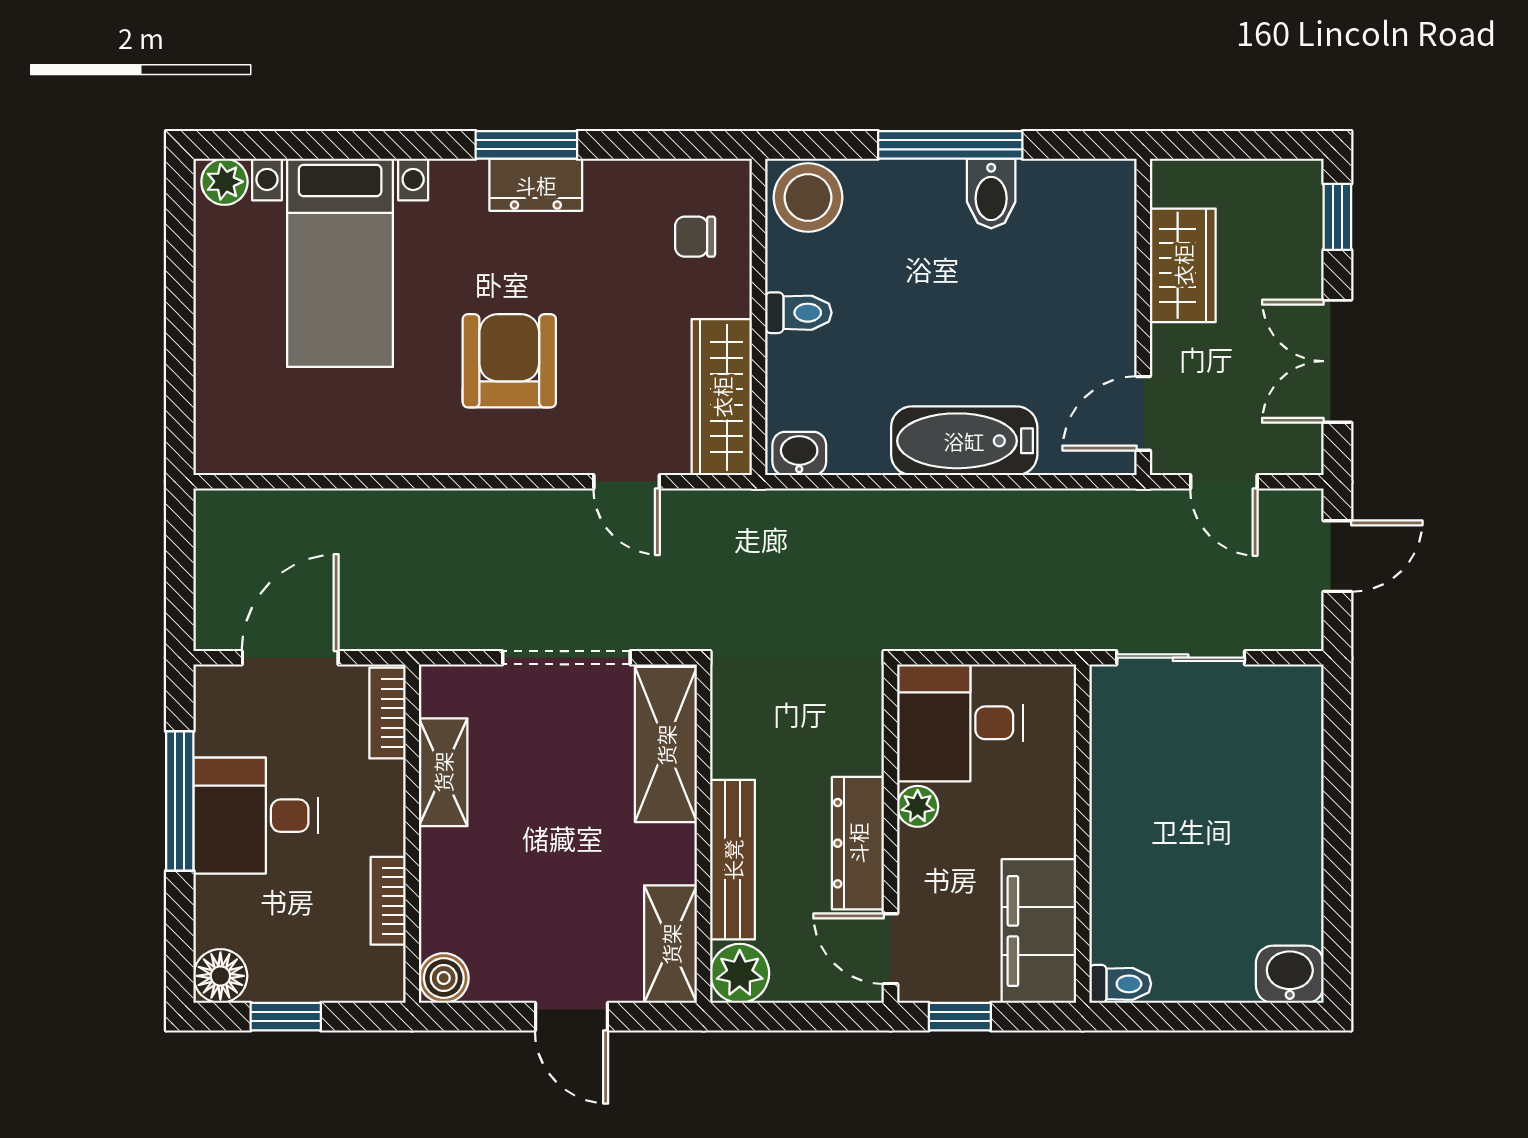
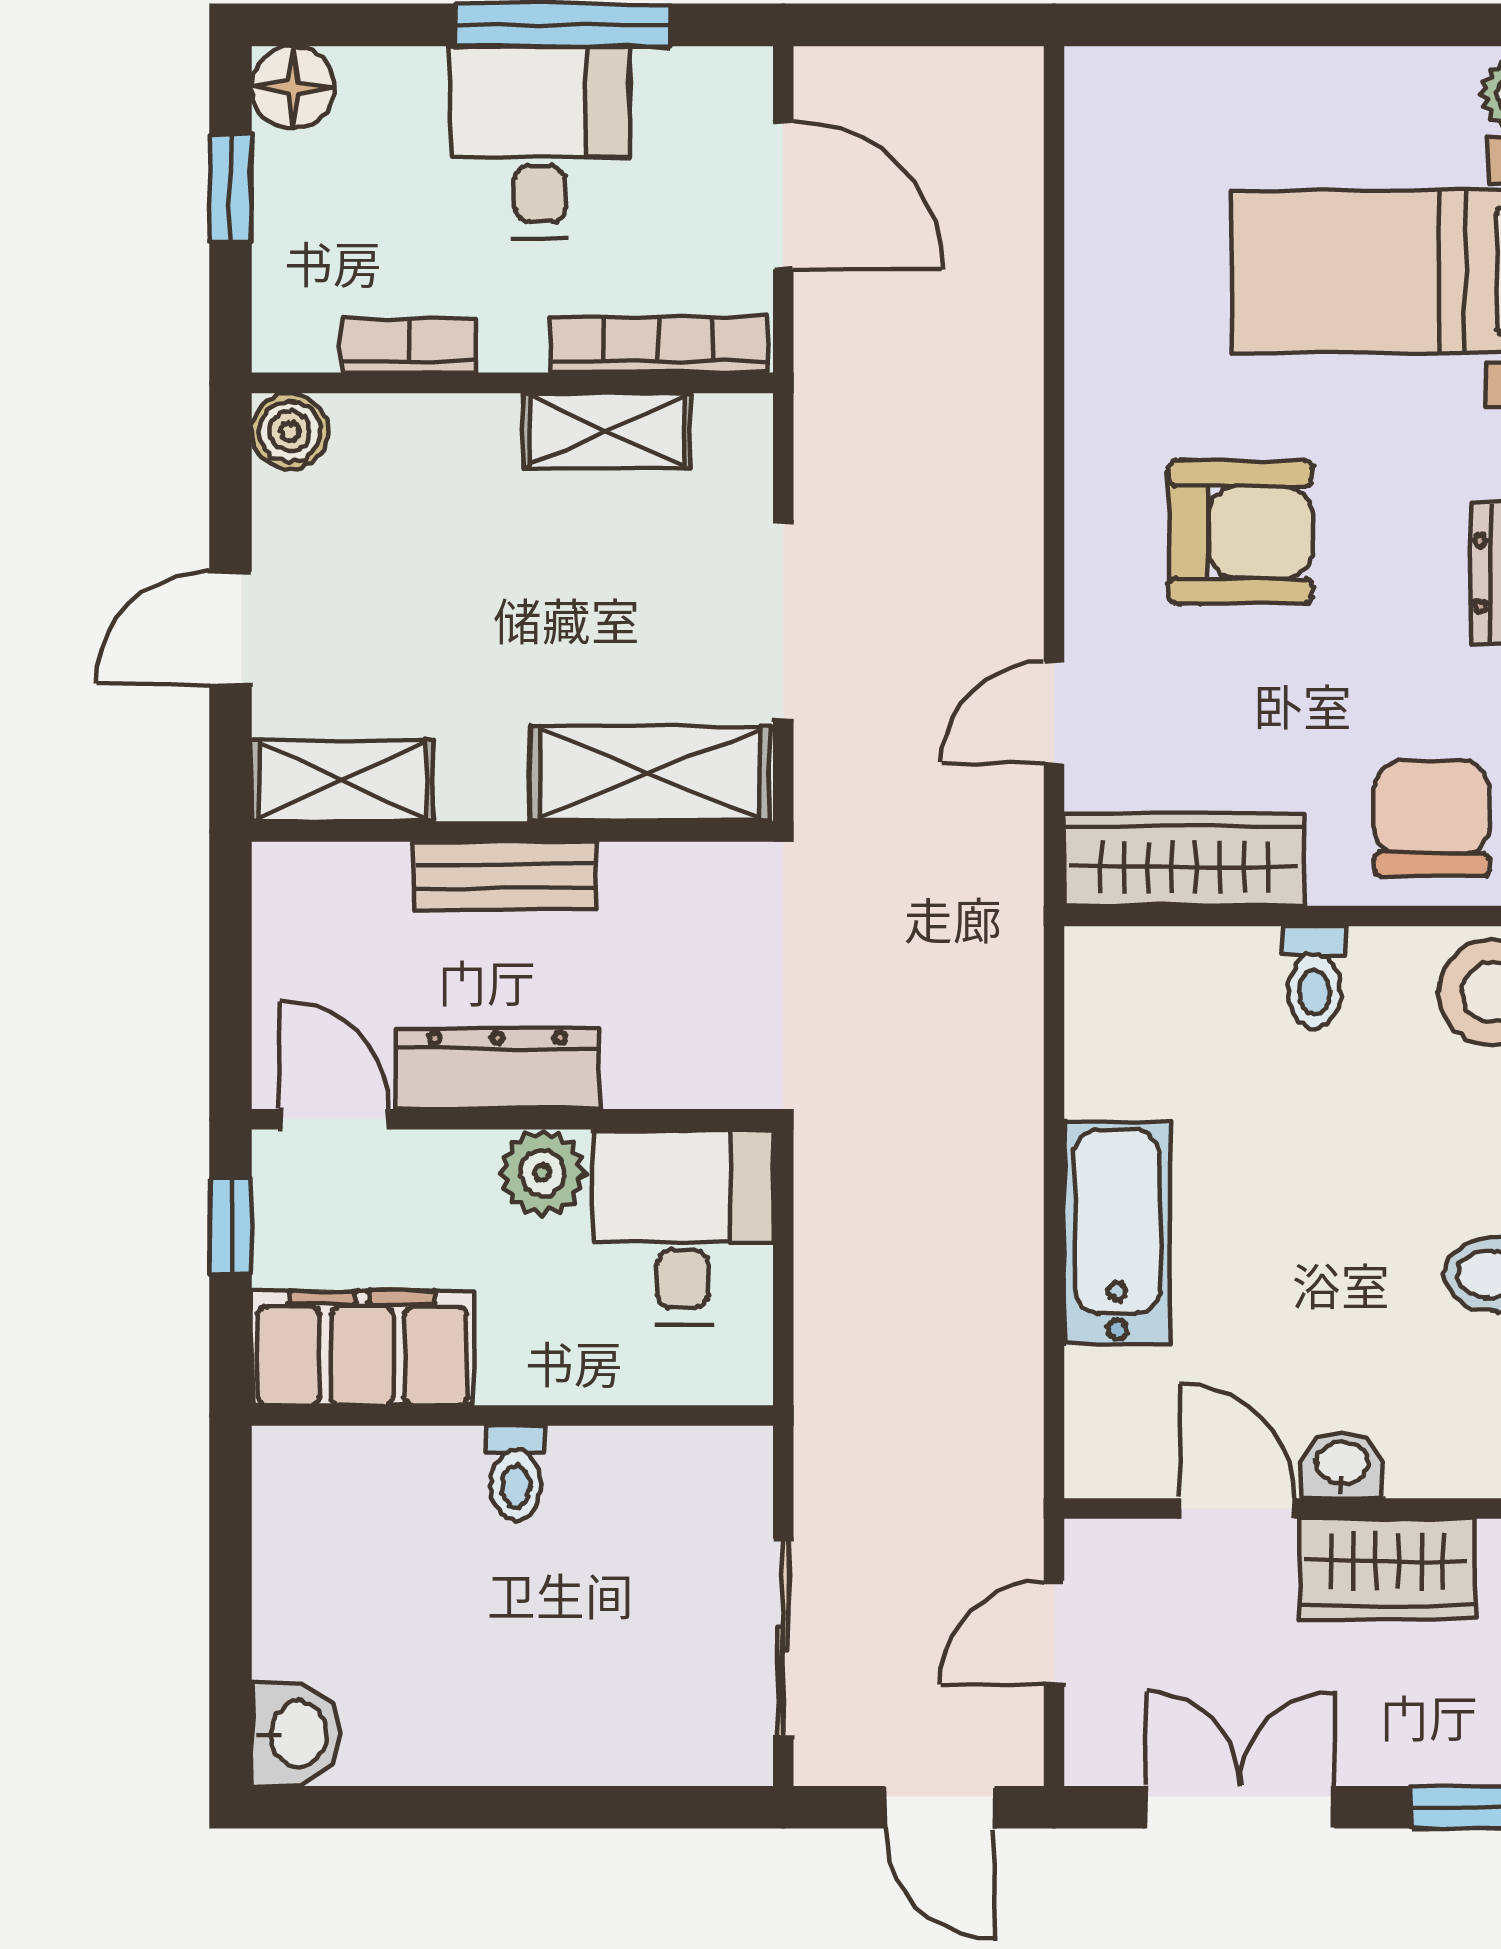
chair: (695, 237) -> (1432, 818), width x1.87, depth x1.87
door: (1143, 413) -> (1237, 1509), moved
washbasin: (799, 454) -> (1342, 1465), moved, turned -90
sliding door: (1181, 658) -> (783, 1638), moved
bookcase: (387, 713) -> (659, 345), width x1.56
plant: (918, 806) -> (542, 1173), width x1.38, depth x1.38
bench: (733, 860) -> (505, 876), width x0.73
door: (890, 949) -> (335, 1119), hinge flipped
plant: (740, 973) -> (297, 887), removed
toilet: (1120, 984) -> (516, 1473), moved

